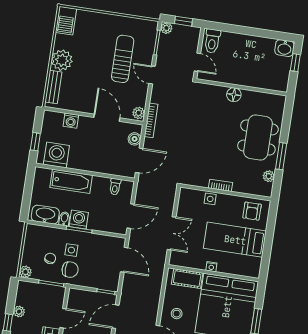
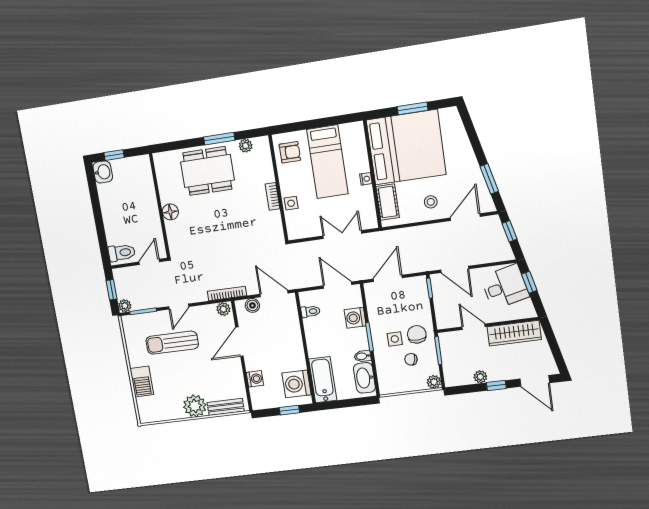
barbecue: (66, 21) -> (142, 382), moved, turned 90
bathtub: (71, 181) -> (323, 380), moved
washing machine: (79, 219) -> (355, 318), moved

